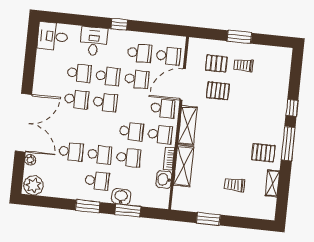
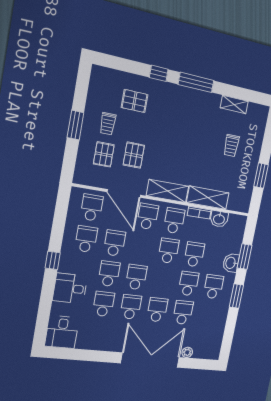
school desk: (74, 125) -> (157, 310), added
pallet: (263, 153) -> (135, 101), moved, turned 90
plant: (34, 185) -> (212, 349), removed

